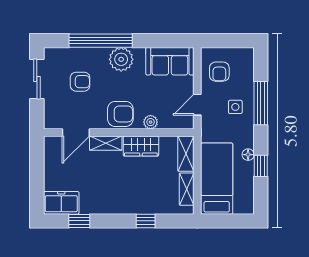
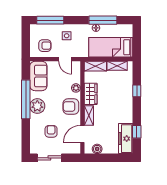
window: (101, 41) -> (26, 99), moved
window: (261, 103) -> (50, 20), moved
armchair: (120, 114) -> (71, 107), turned -90
door: (76, 132) -> (82, 134), swing flipped
boiler: (51, 157) -> (97, 149), added
window: (261, 166) -> (103, 20), width x2.17
freezer: (61, 203) -> (126, 139), width x1.40

